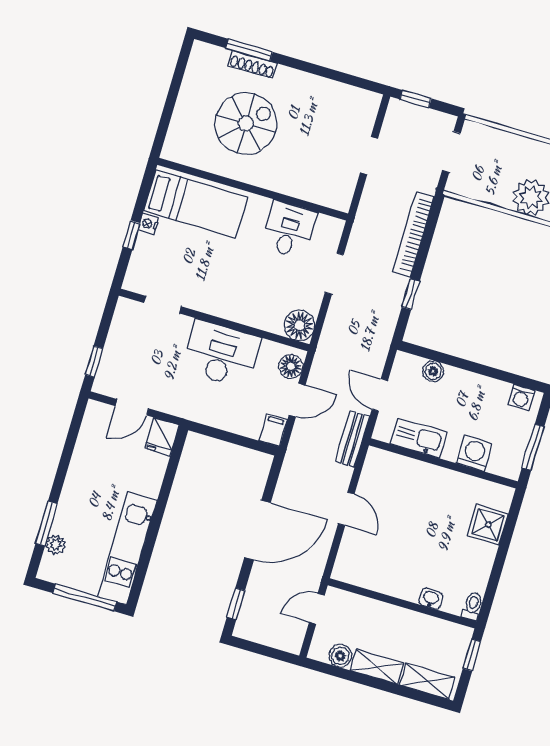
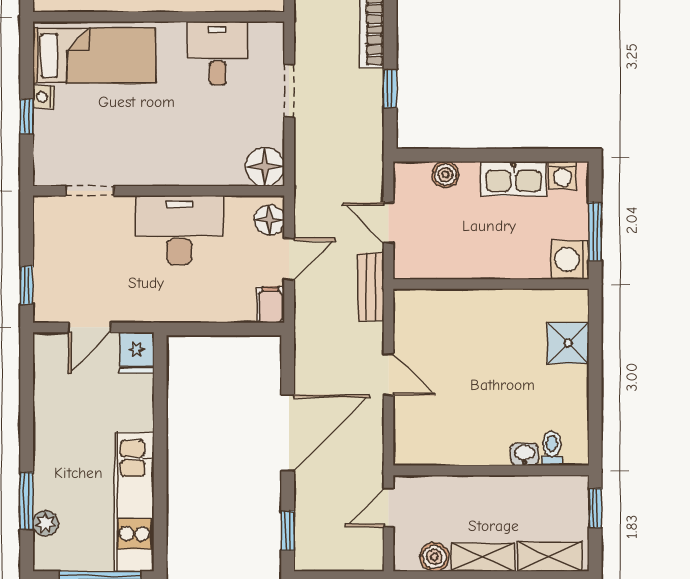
kitchen sink: (419, 438) -> (514, 179), moved, turned 180
washing machine: (474, 453) -> (570, 259), moved, turned -90
toilet: (472, 606) -> (552, 448), moved

